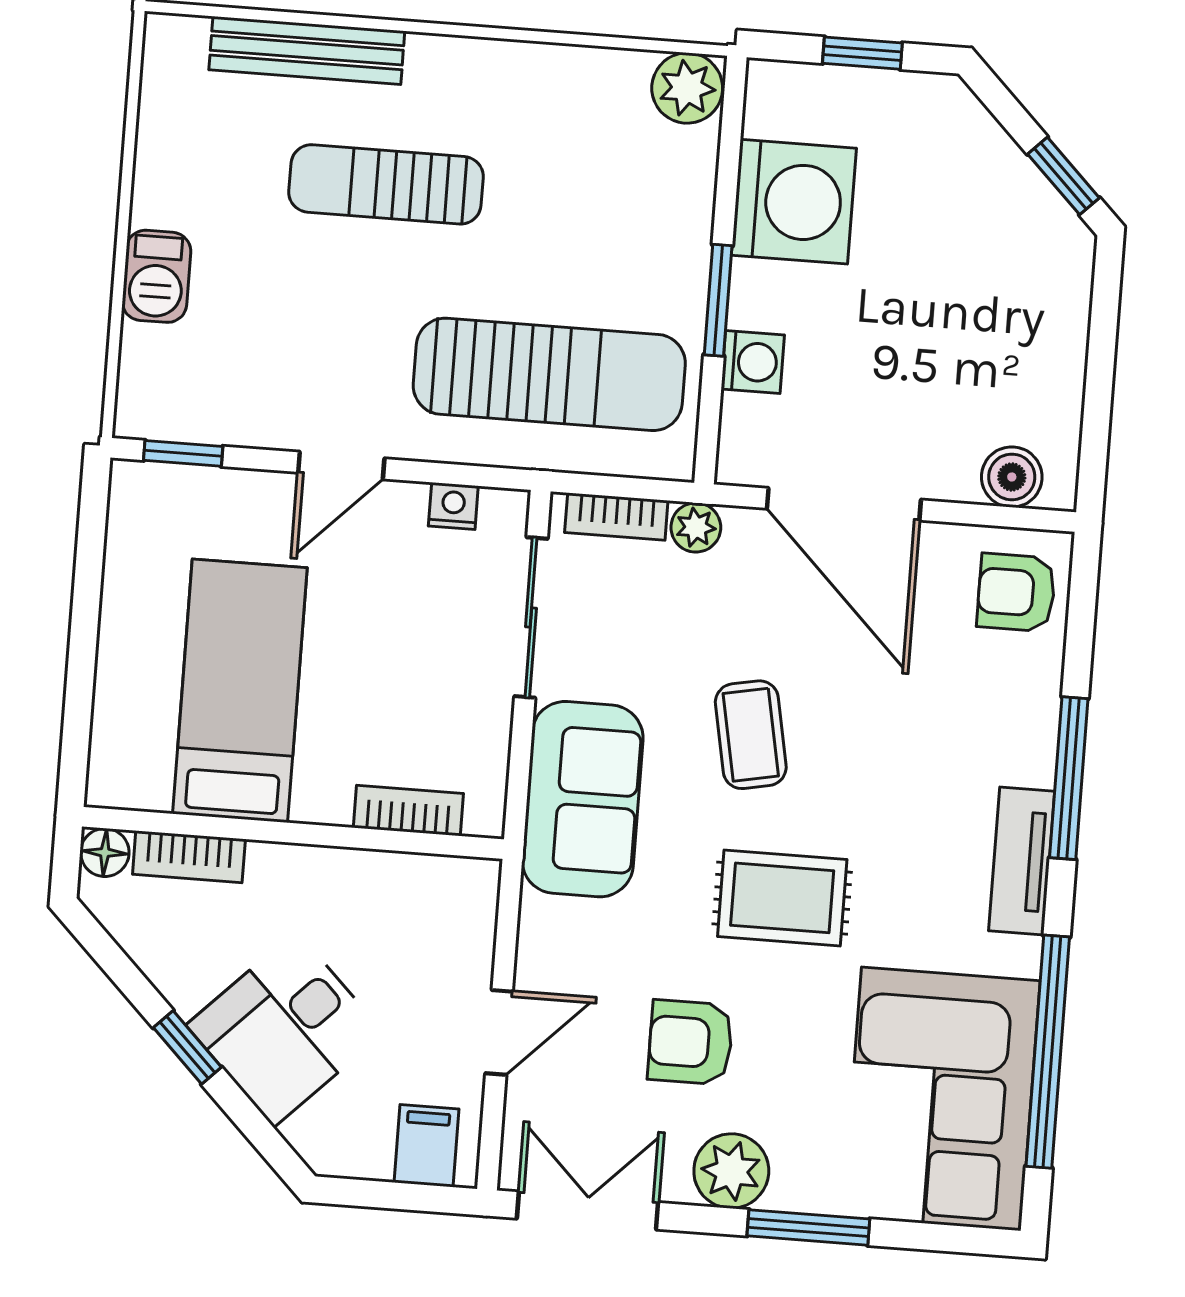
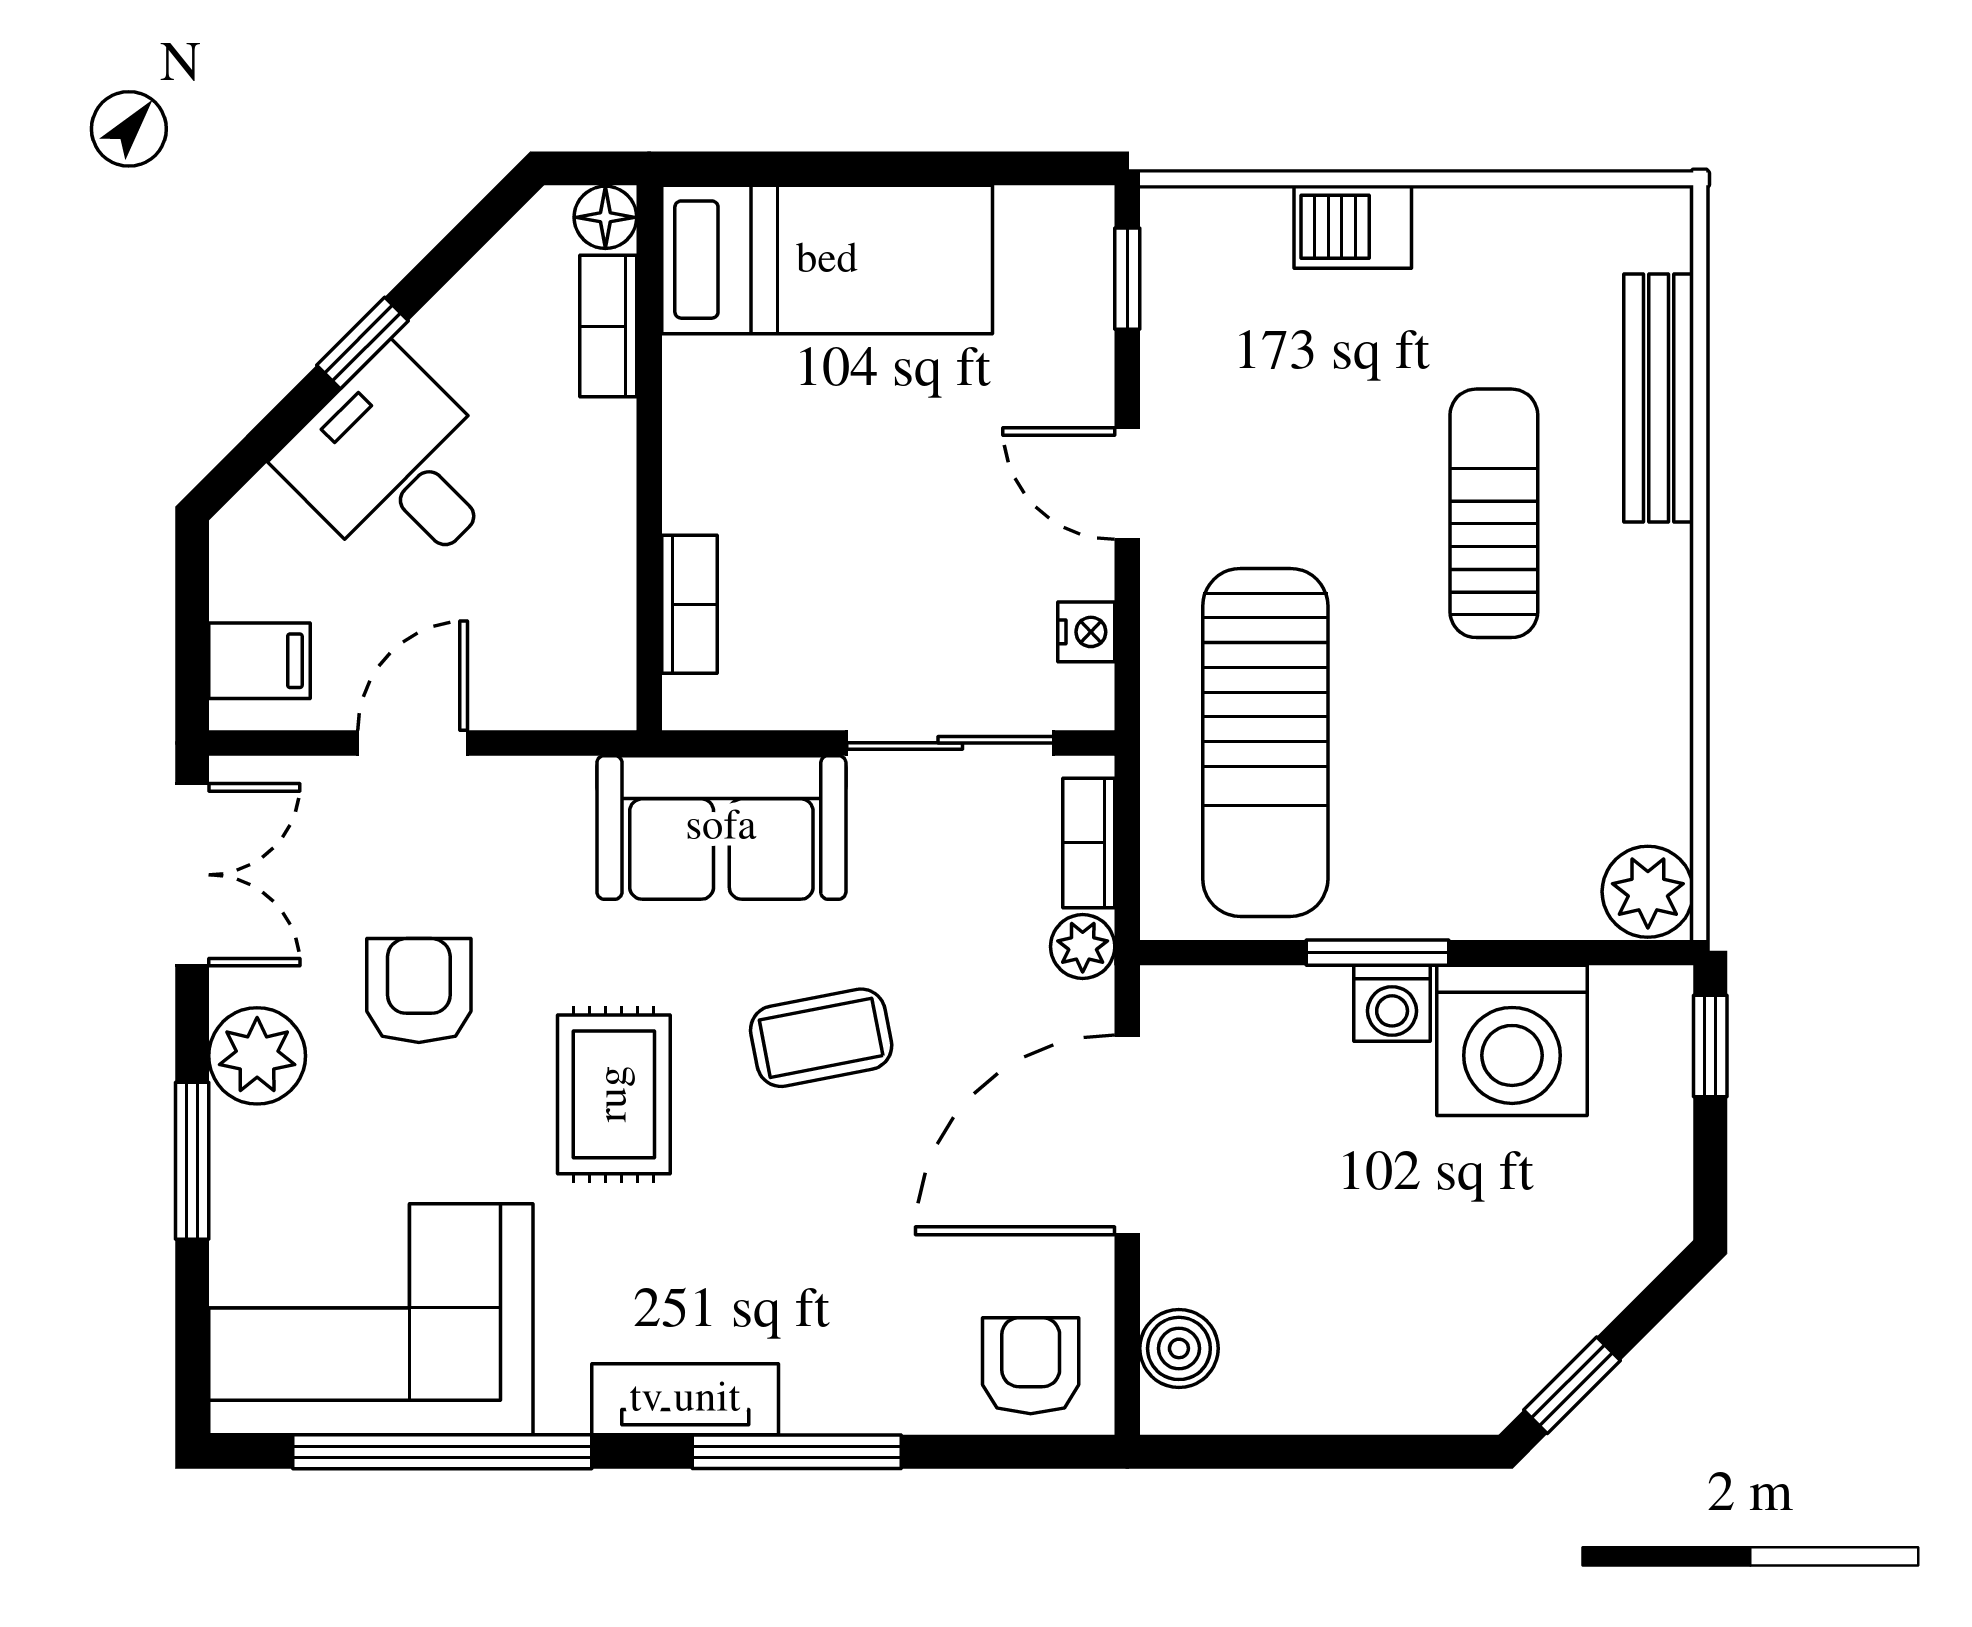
window: (862, 53) -> (1710, 1046), moved
washing machine: (753, 362) -> (1392, 1003), moved
bed: (240, 691) -> (827, 260), moved
door: (499, 1032) -> (413, 743), swing flipped

